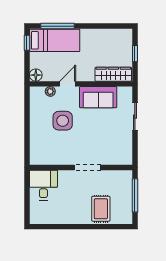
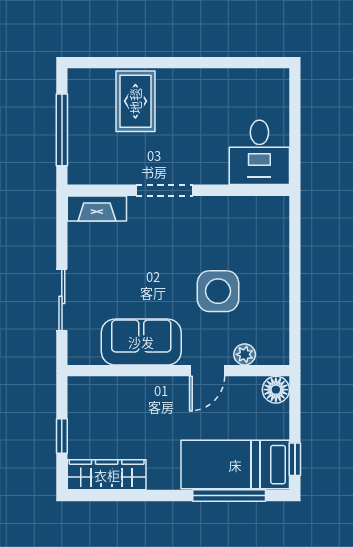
wardrobe: (113, 74) -> (107, 475), moved, turned 180
fireplace: (119, 159) -> (97, 208), added

